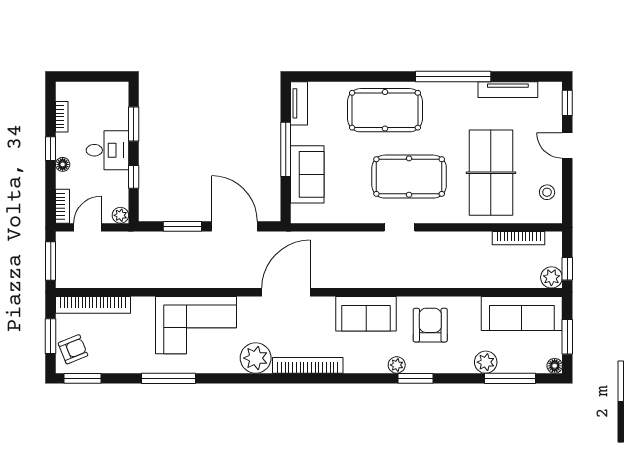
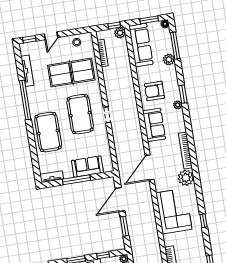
door: (286, 292) -> (150, 168), hinge flipped
window: (168, 378) -> (204, 221), width x0.46

